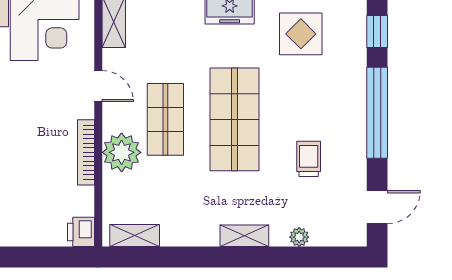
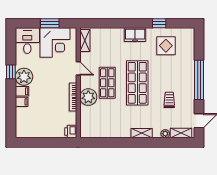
window: (377, 32) -> (199, 45), removed
shelving: (135, 236) -> (181, 133), moved

